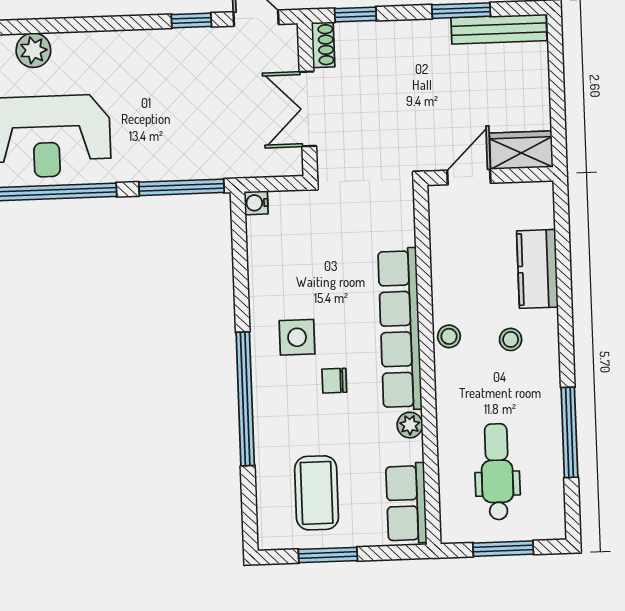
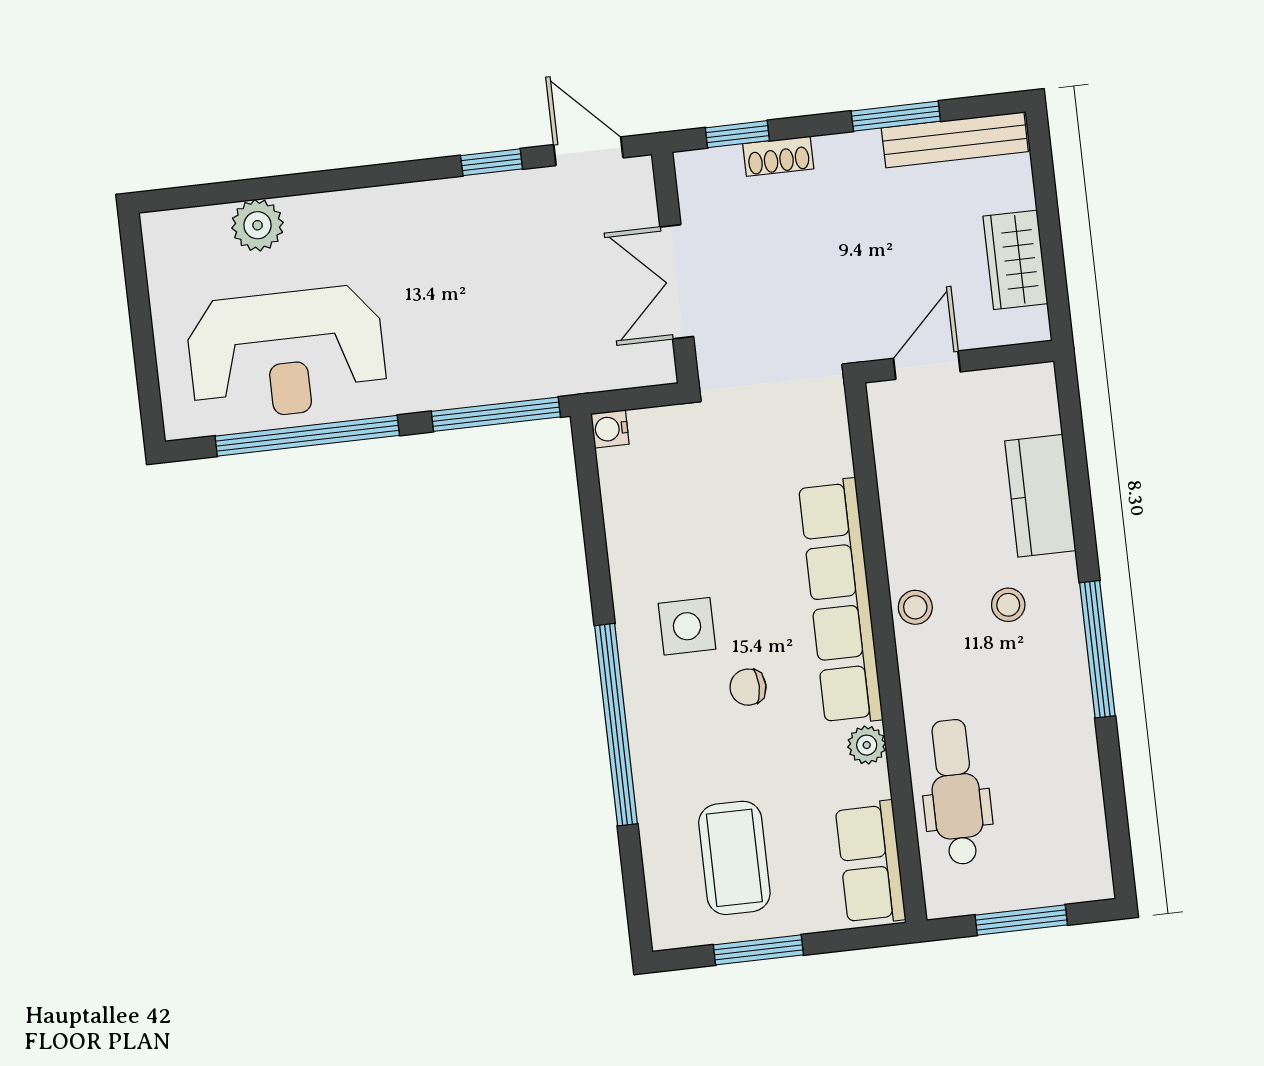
shoe rack: (323, 45) -> (778, 156), moved, turned 90
wardrobe: (521, 150) -> (1015, 260), moved, turned -90
window: (569, 432) -> (1097, 649), moved
dental chair: (497, 472) -> (956, 792), moved

